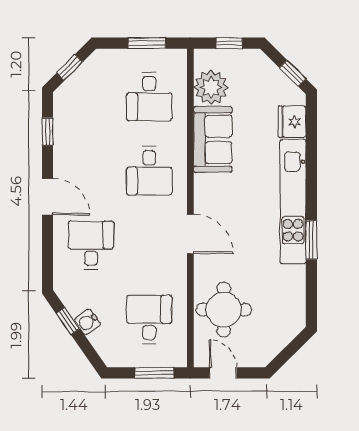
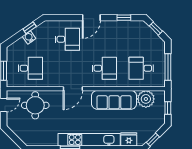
window: (147, 43) -> (168, 67), width x1.44
sofa: (213, 139) -> (114, 100), width x1.36
desk: (149, 171) -> (104, 68), turned 180

